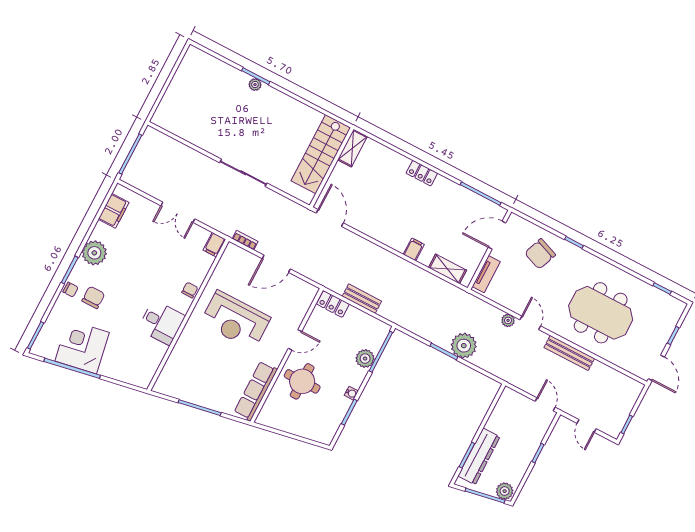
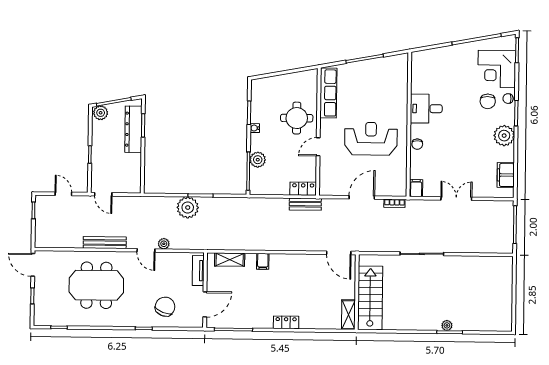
bench: (362, 299) -> (305, 204), moved
corner desk: (82, 347) -> (497, 69), moved, turned 100

